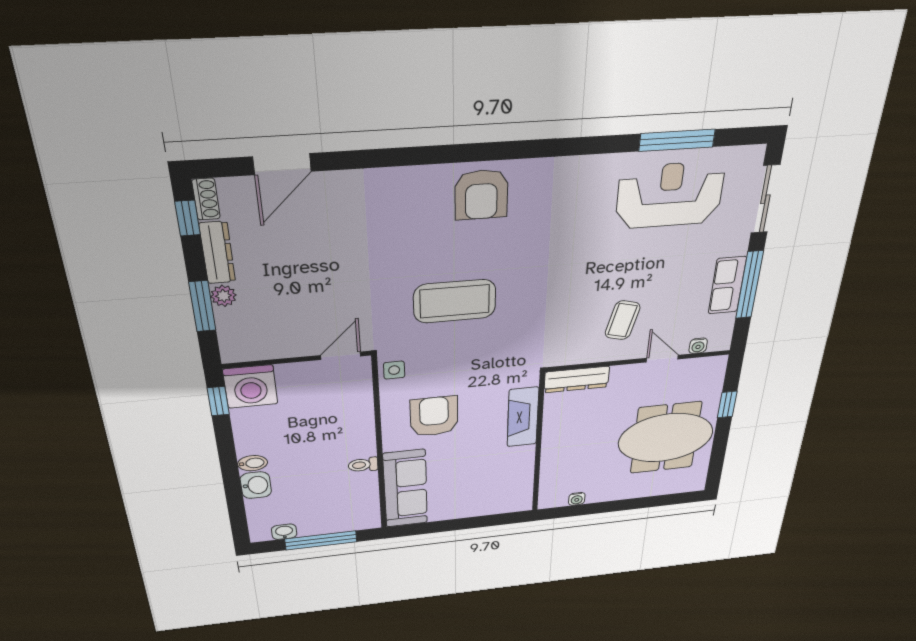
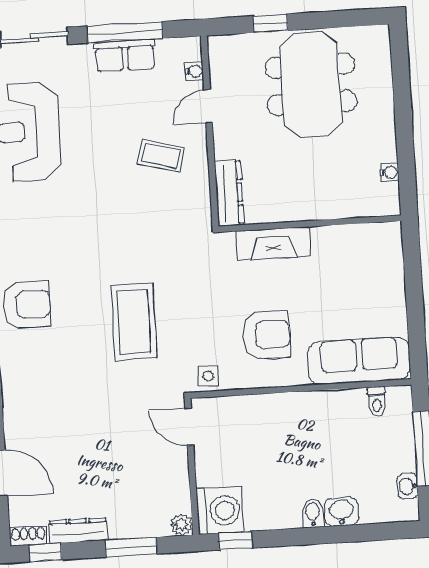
plant: (223, 296) -> (181, 525), moved
armchair: (434, 416) -> (266, 335), turned 180
toilet: (363, 465) -> (377, 401), moved

